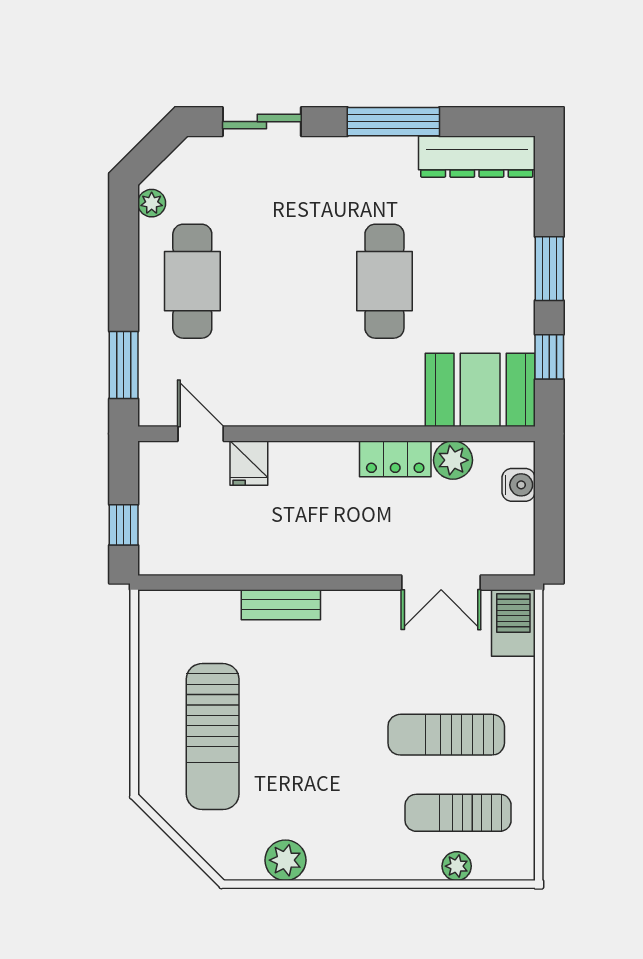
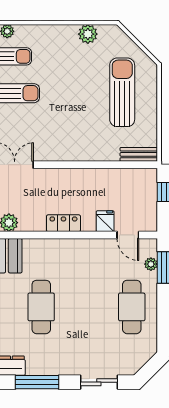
plant: (152, 203) -> (151, 264), moved
locker: (395, 459) -> (63, 223), moved
bench: (281, 605) -> (139, 154), moved

